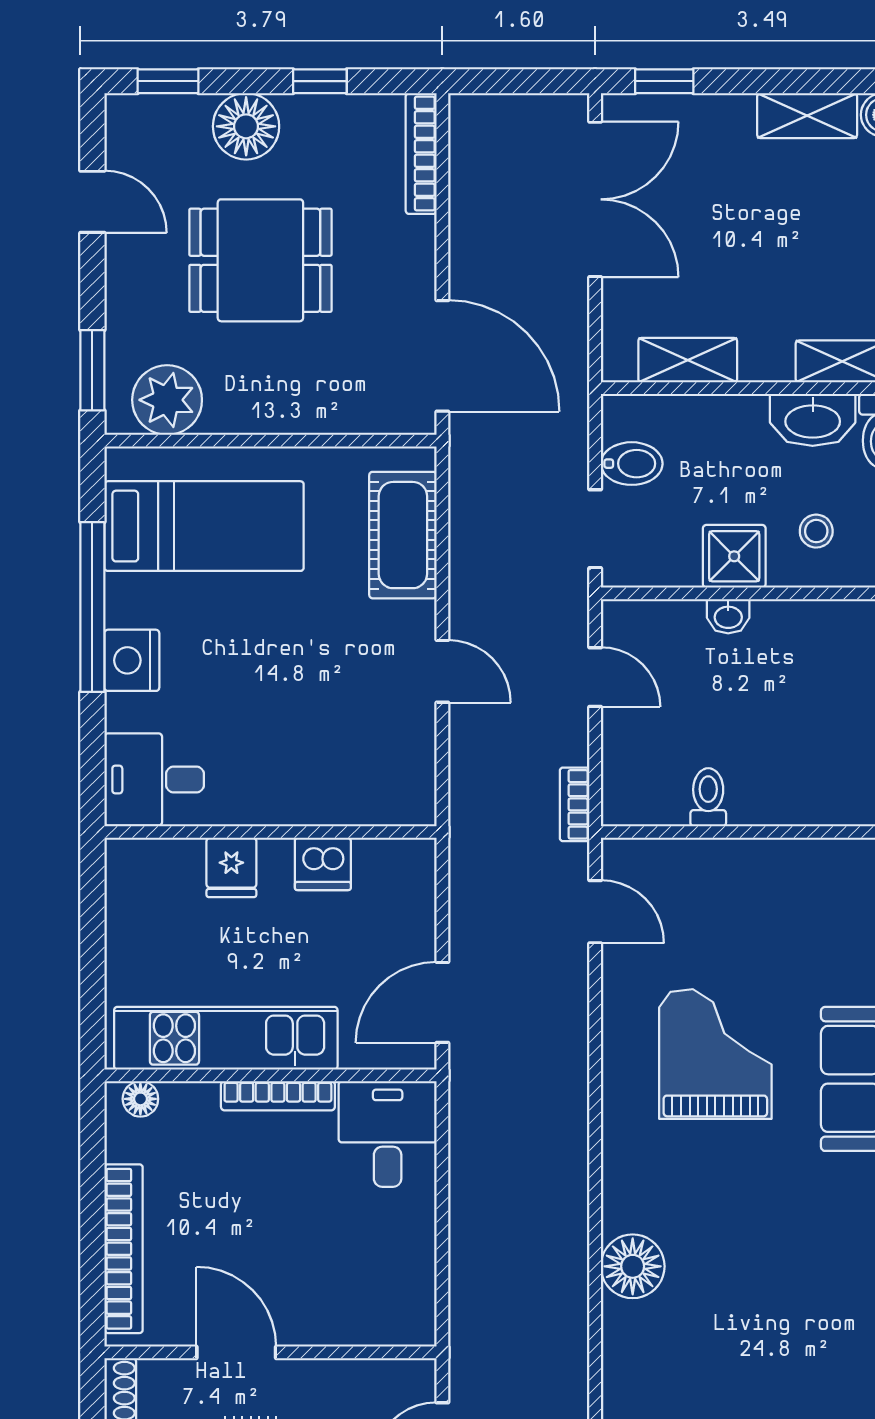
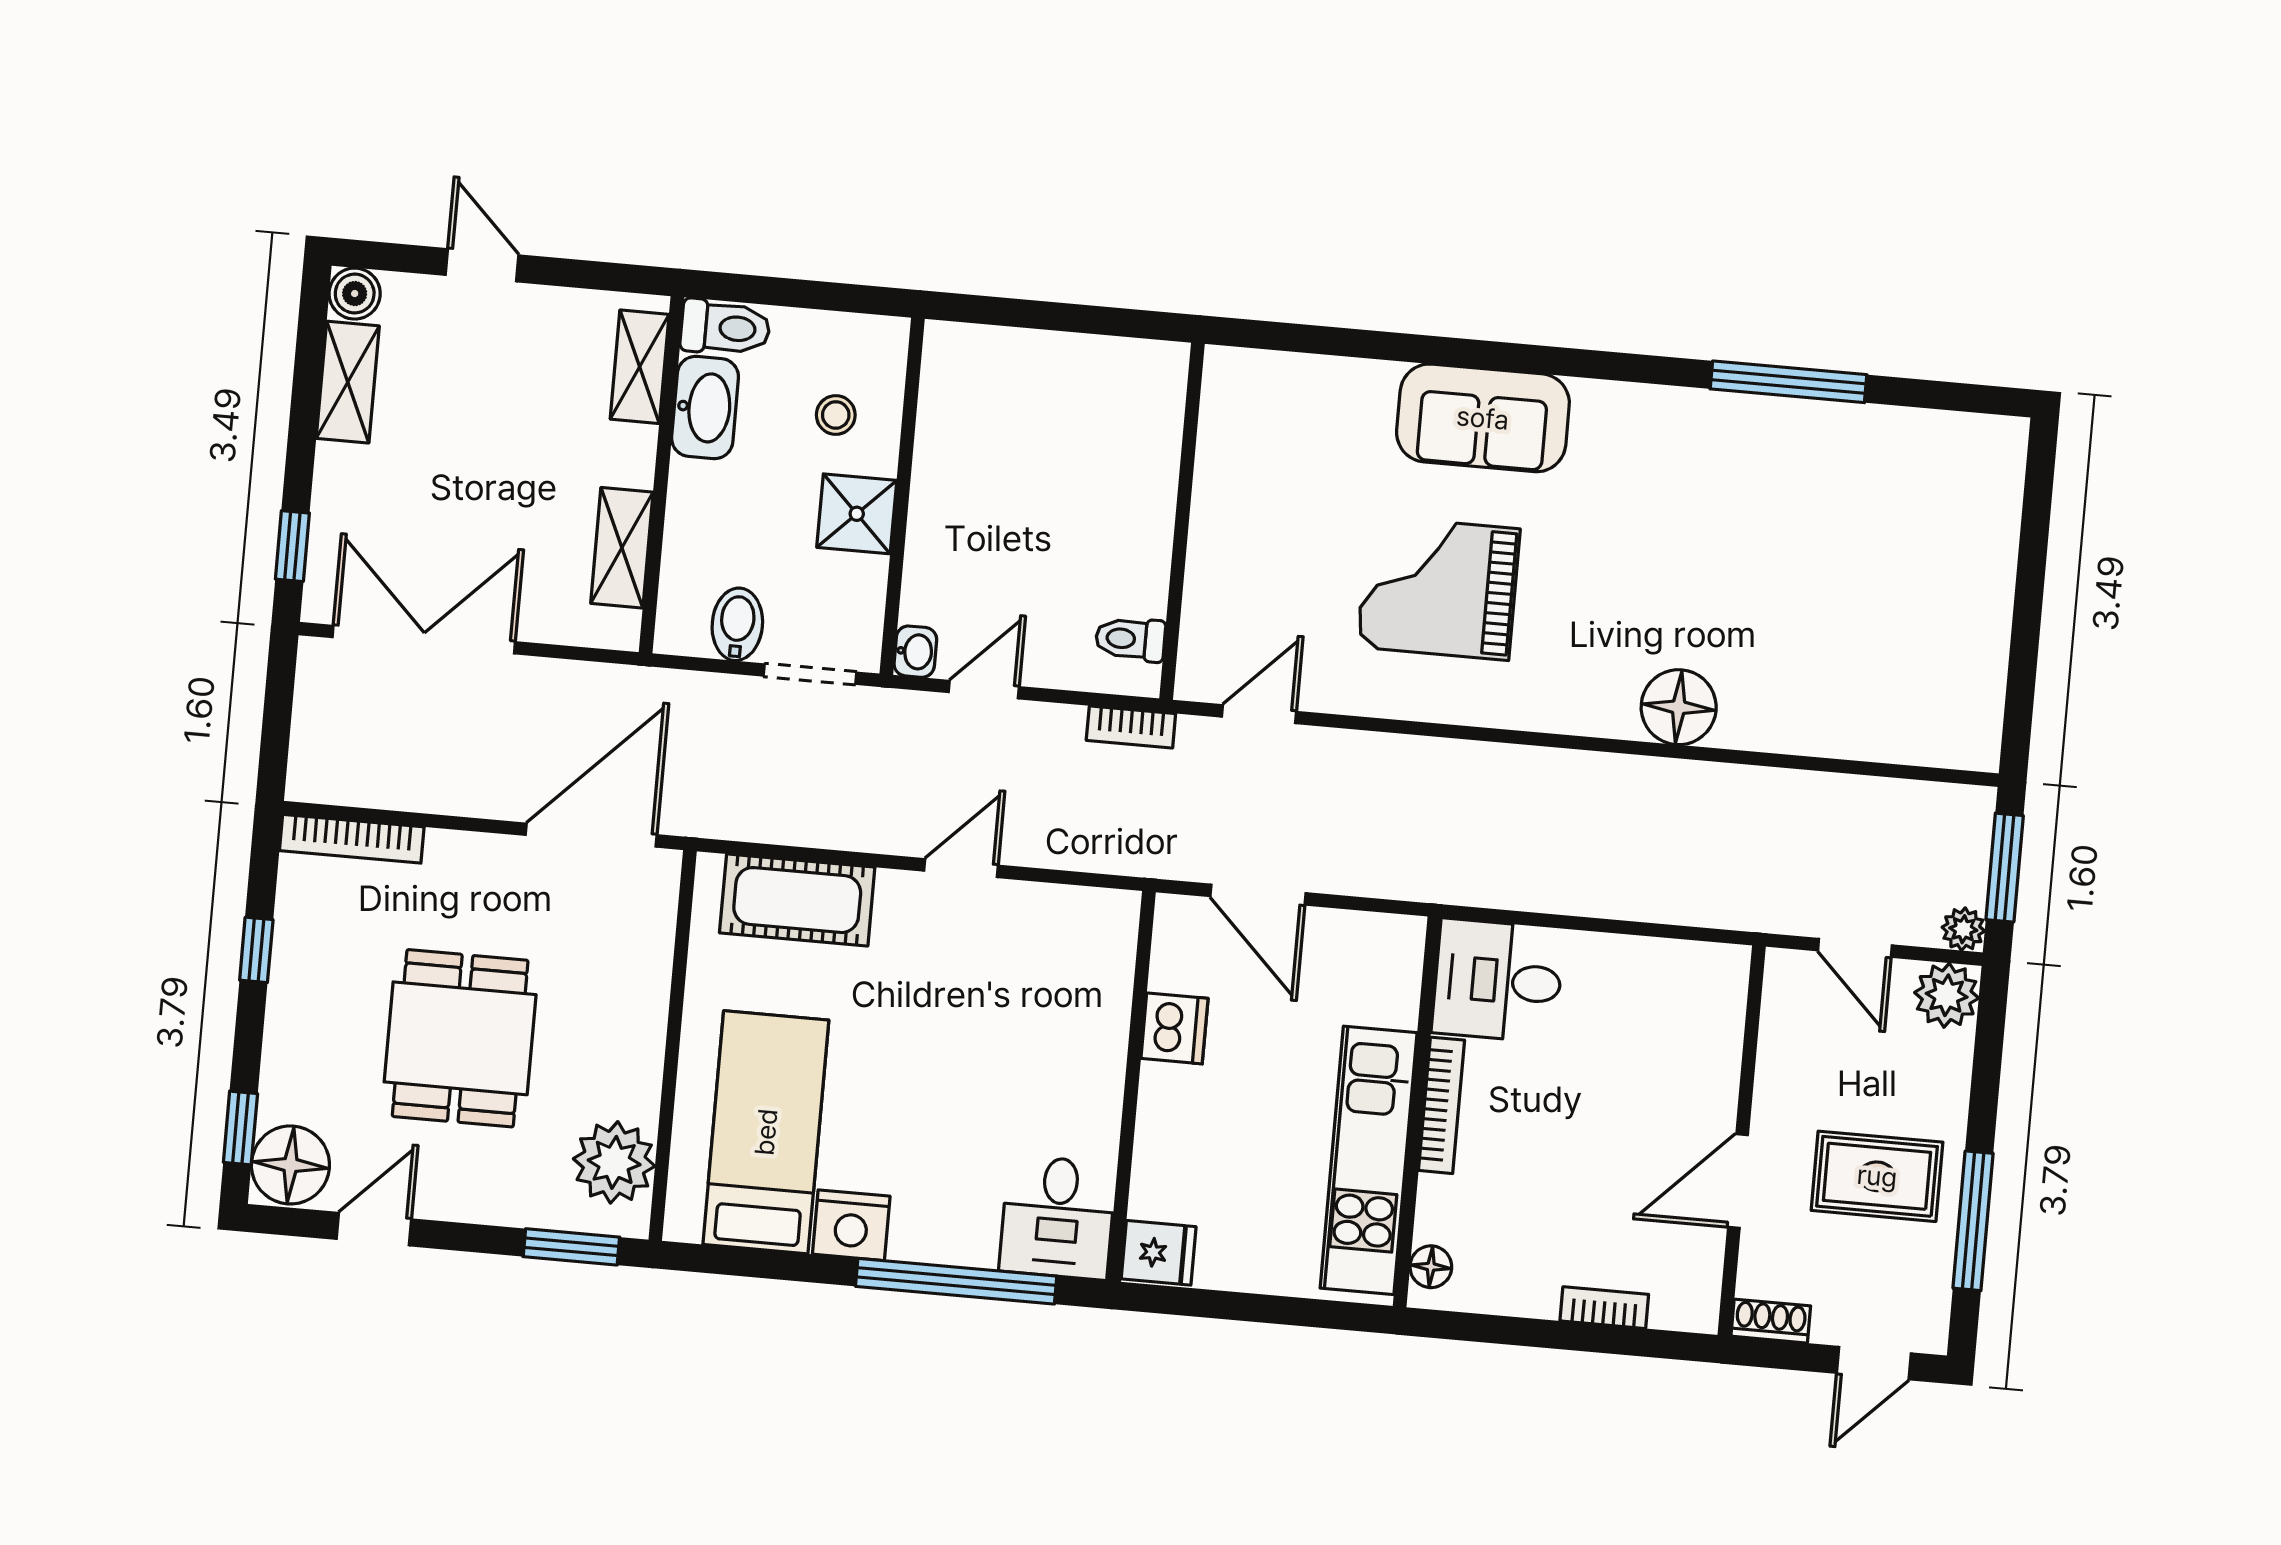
floor lamp: (246, 126) -> (290, 1165), moved
window: (92, 607) -> (956, 1281), moved
washbasin: (728, 616) -> (915, 652), moved
nightstand: (132, 660) -> (851, 1225), moved
toilet: (708, 797) -> (1130, 639), moved
fridge: (231, 867) -> (1159, 1253), moved
door: (442, 1002) -> (1258, 895), moved
bookcase: (124, 1249) -> (1604, 1308), width x0.43, depth x0.76

